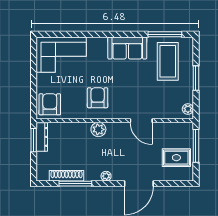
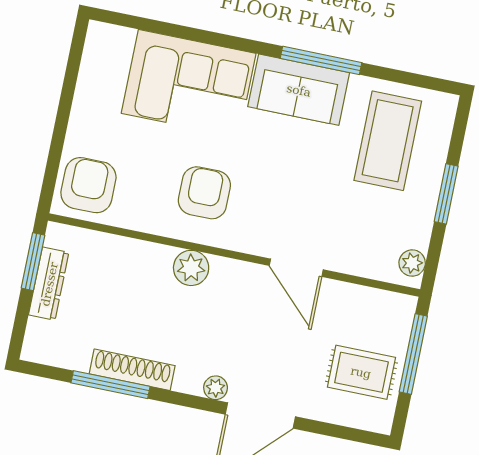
window: (165, 34) -> (321, 60), moved
corner sofa: (61, 55) -> (189, 83), moved
dresser: (42, 137) -> (49, 284), moved
shoe rack: (67, 176) -> (132, 370), moved
plant: (106, 176) -> (216, 388), moved

